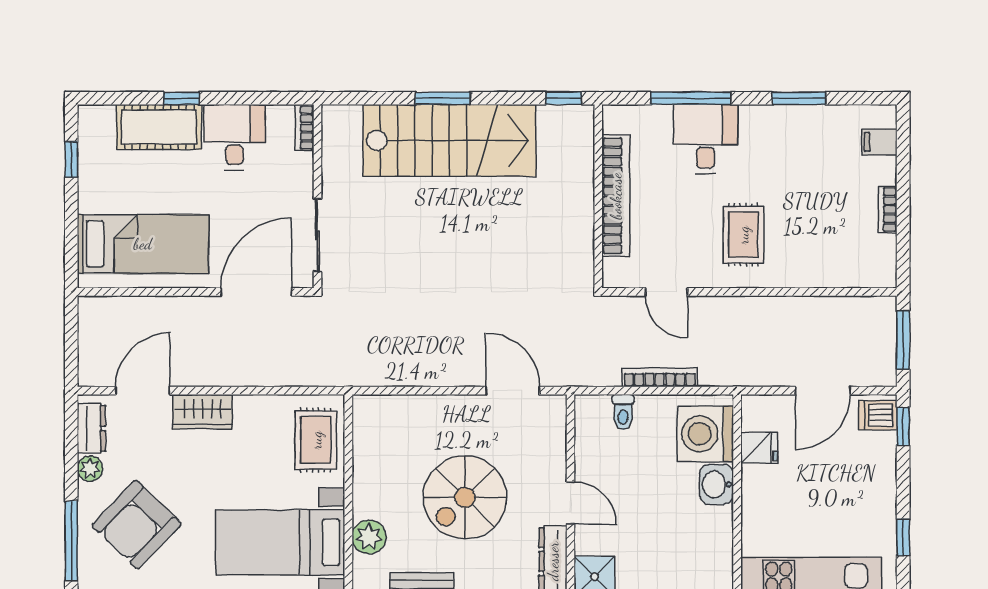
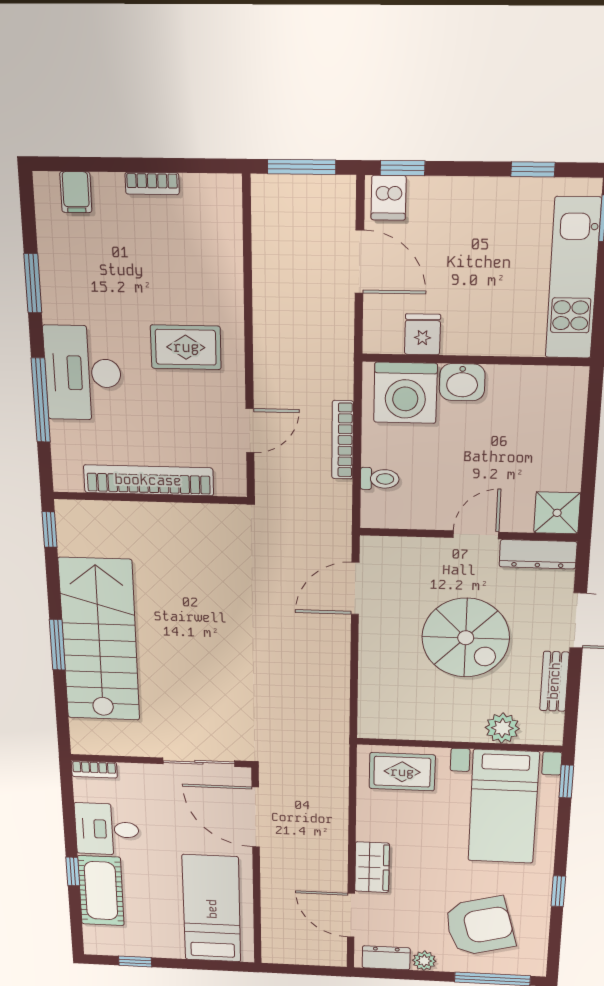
desk: (705, 139) -> (83, 373), width x1.37
armchair: (137, 525) -> (480, 926), turned -59

